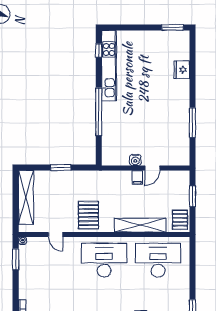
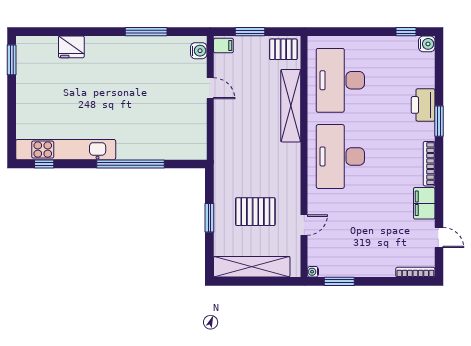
water cooler: (135, 160) -> (199, 51), moved
filing cabinet: (137, 177) -> (223, 46), moved
pallet: (88, 215) -> (255, 212), moved

